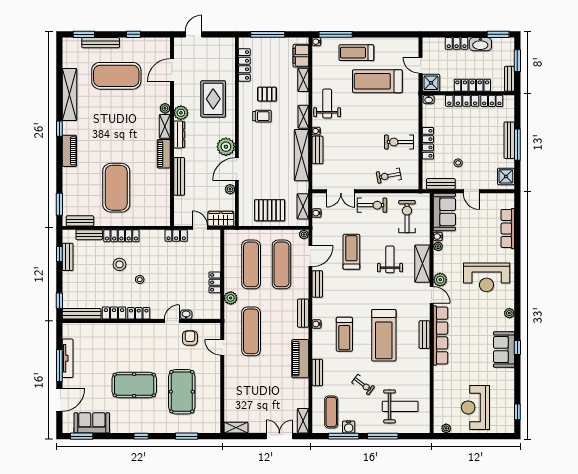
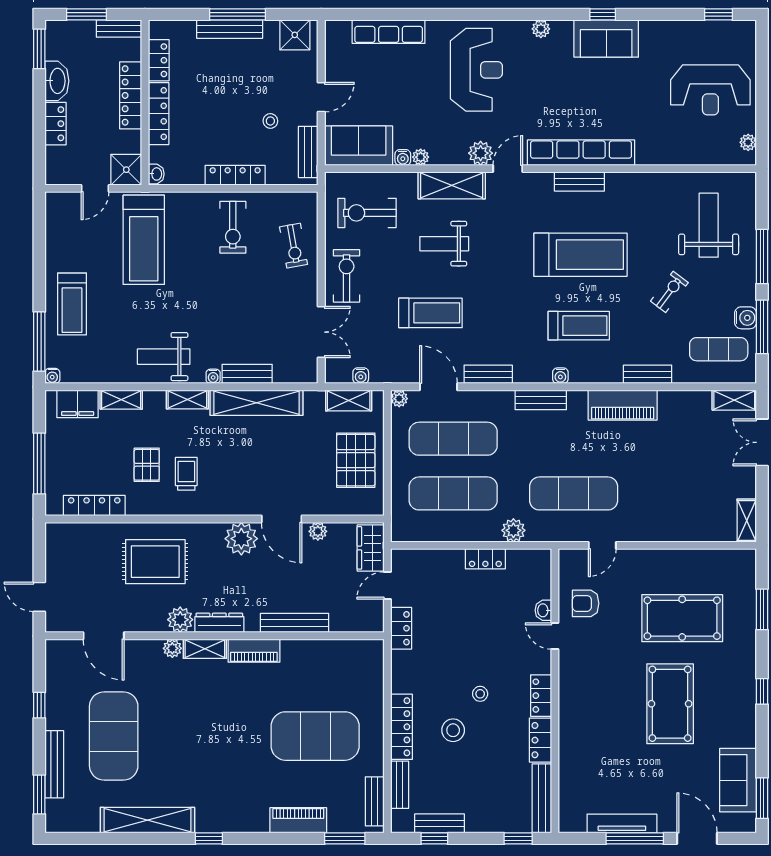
treadmill: (377, 81) -> (144, 240), moved
piano: (69, 151) -> (298, 820), moved
treadmill: (351, 252) -> (430, 313), turned 180

